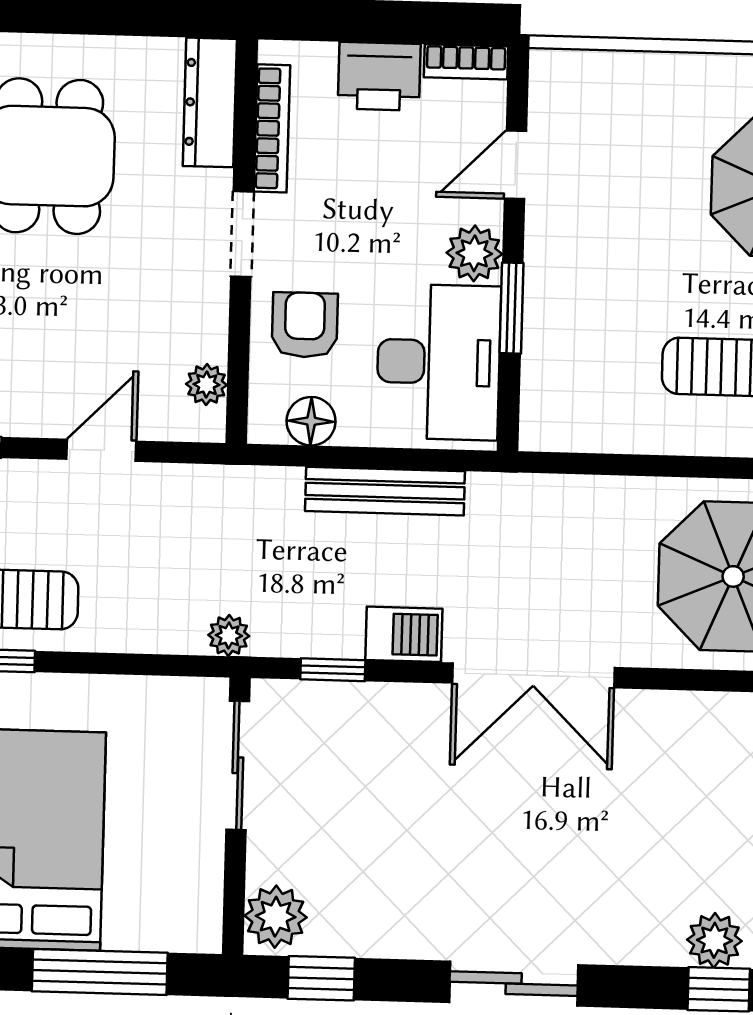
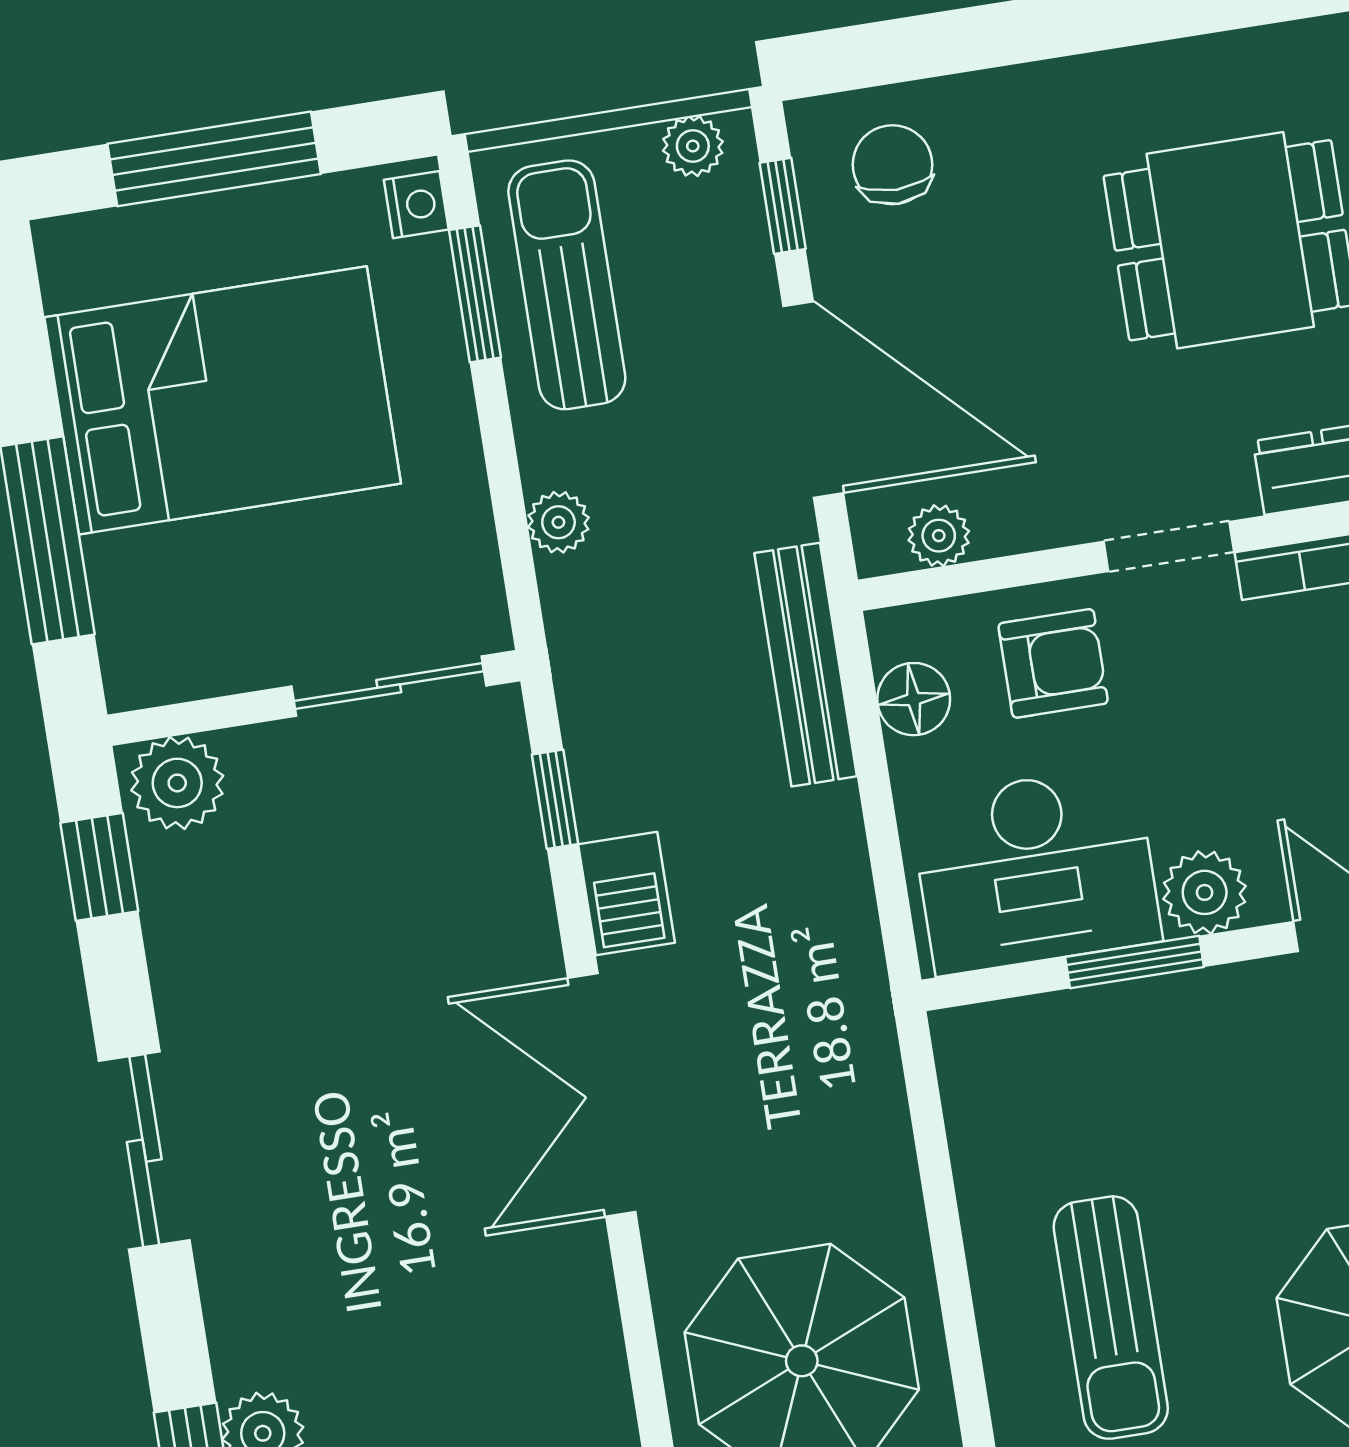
door: (101, 450) -> (813, 399), width x1.87
bench: (385, 491) -> (806, 665), moved
plant: (229, 636) -> (558, 522), moved

